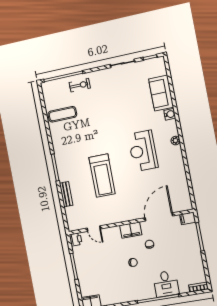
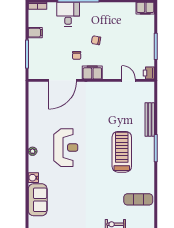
treadmill: (102, 176) -> (122, 152), moved
bench: (66, 194) -> (150, 120), width x1.36
filing cabinet: (188, 218) -> (35, 33), moved

